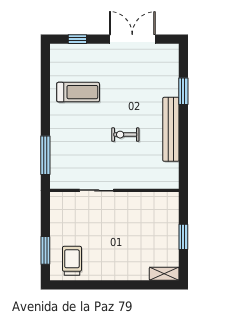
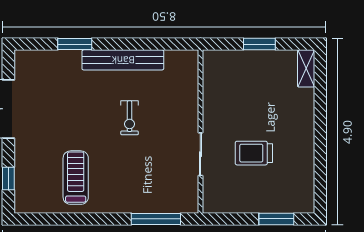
trolley: (72, 261) -> (254, 153), moved

